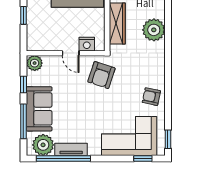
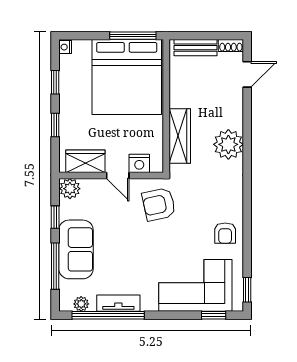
wardrobe: (46, 43) -> (85, 161), added
armchair: (101, 75) -> (159, 204), turned 60
armchair: (151, 97) -> (225, 233), turned -102
plant: (43, 145) -> (81, 304), width x0.53, depth x0.53

